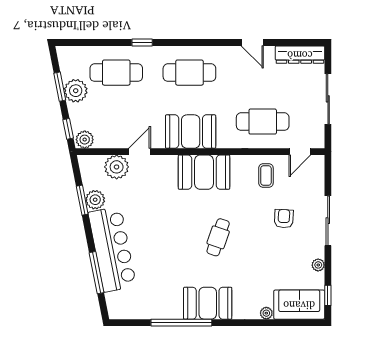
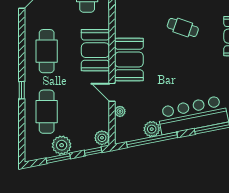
plant: (117, 167) -> (120, 111), width x0.53, depth x0.53
booth: (204, 172) -> (129, 60), moved
window: (82, 200) -> (152, 140), width x2.11

